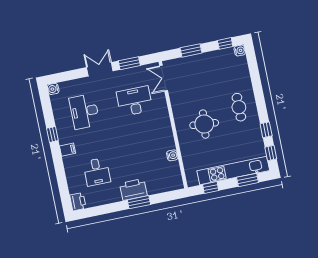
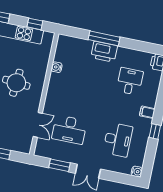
double door: (164, 78) -> (38, 125), moved
window: (139, 202) -> (104, 38), width x1.44

